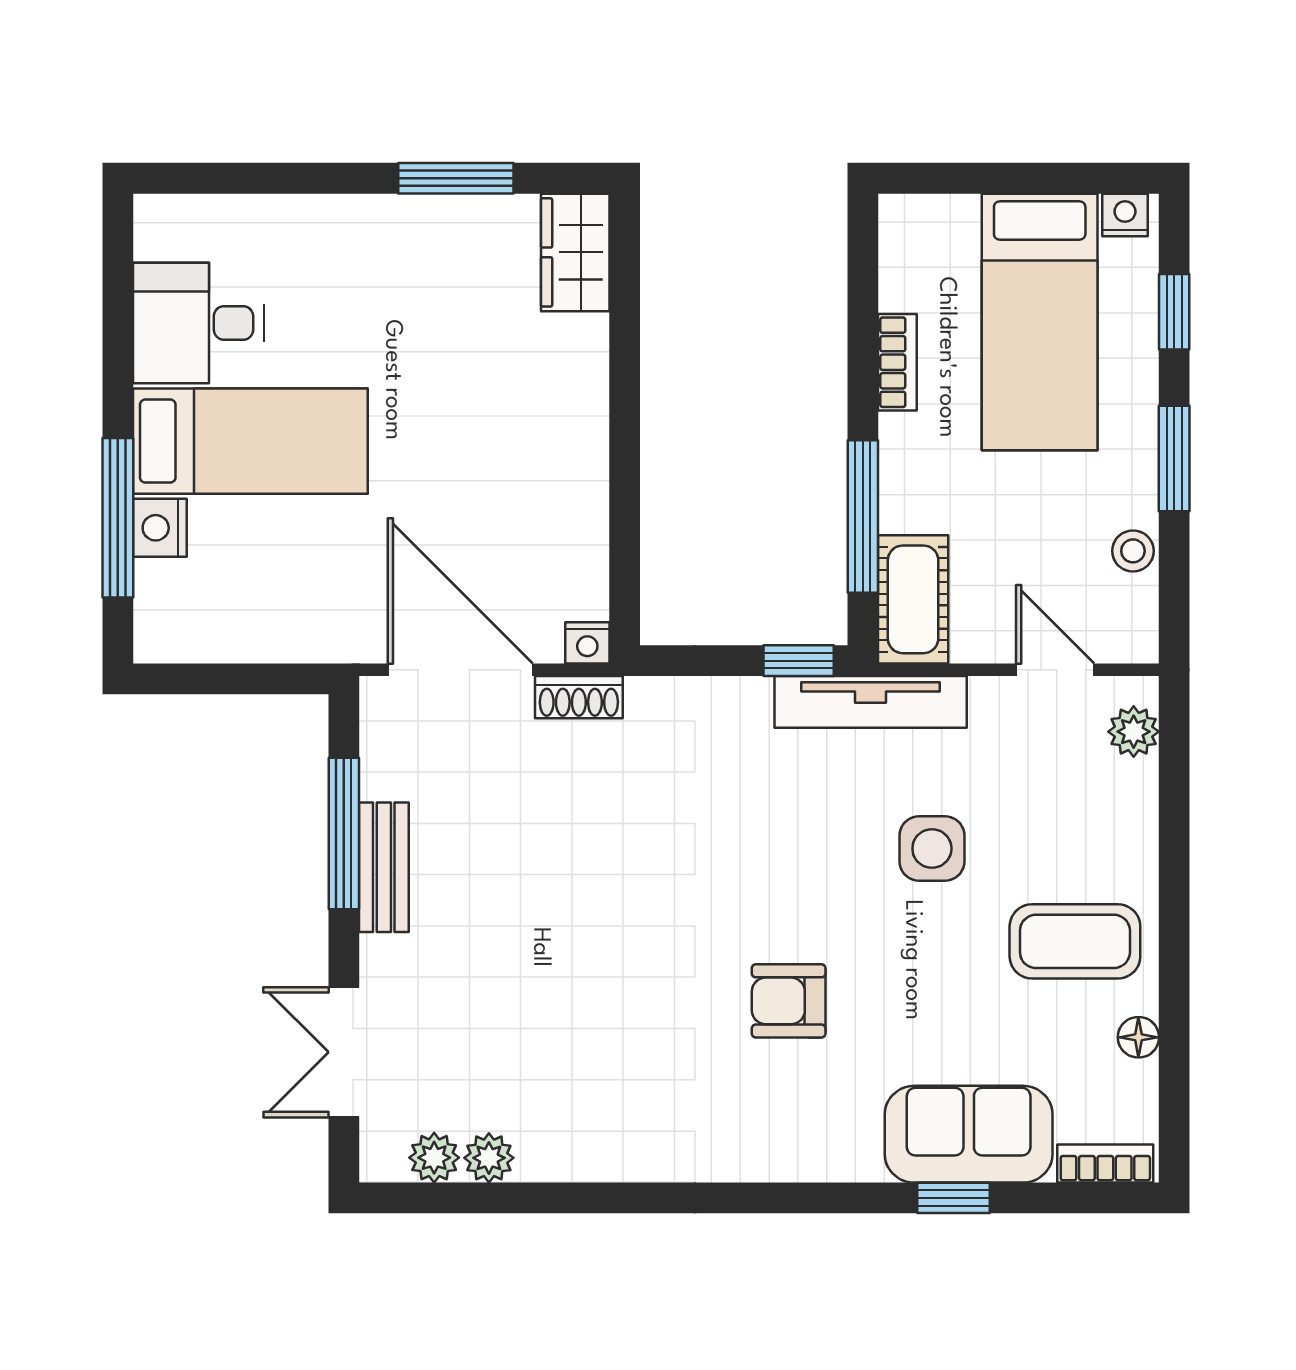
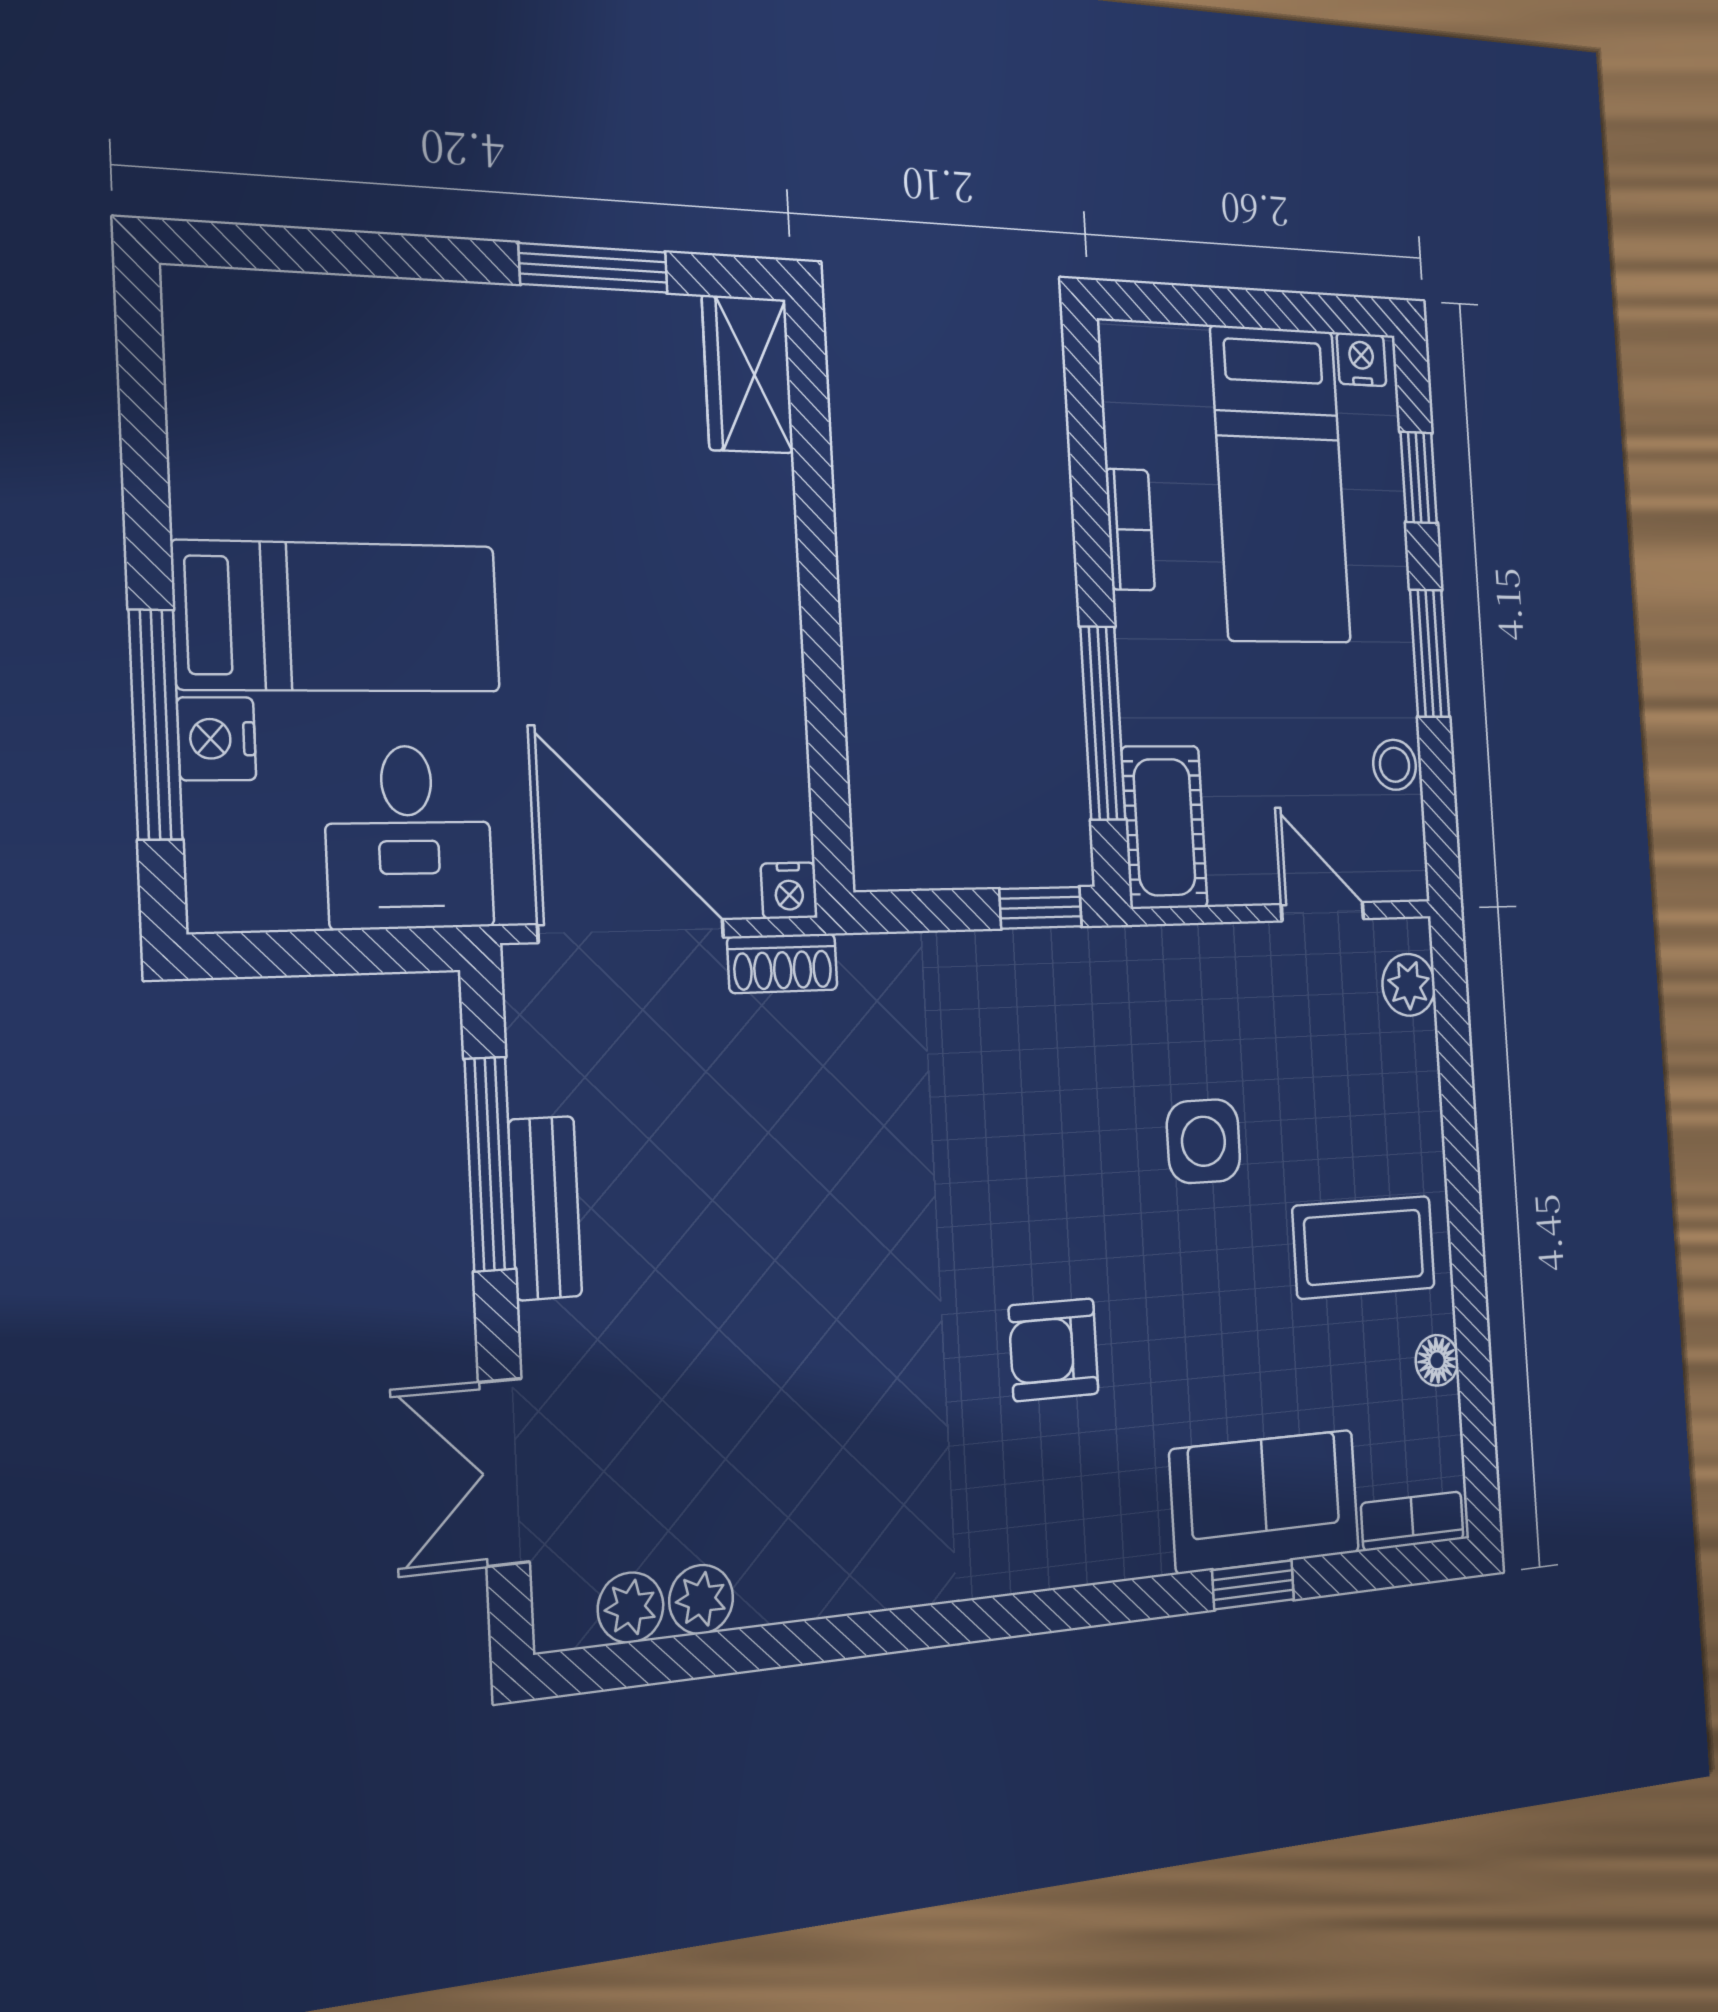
desk: (198, 323) -> (409, 837), moved, turned -90
tv unit: (871, 702) -> (1125, 958), removed

